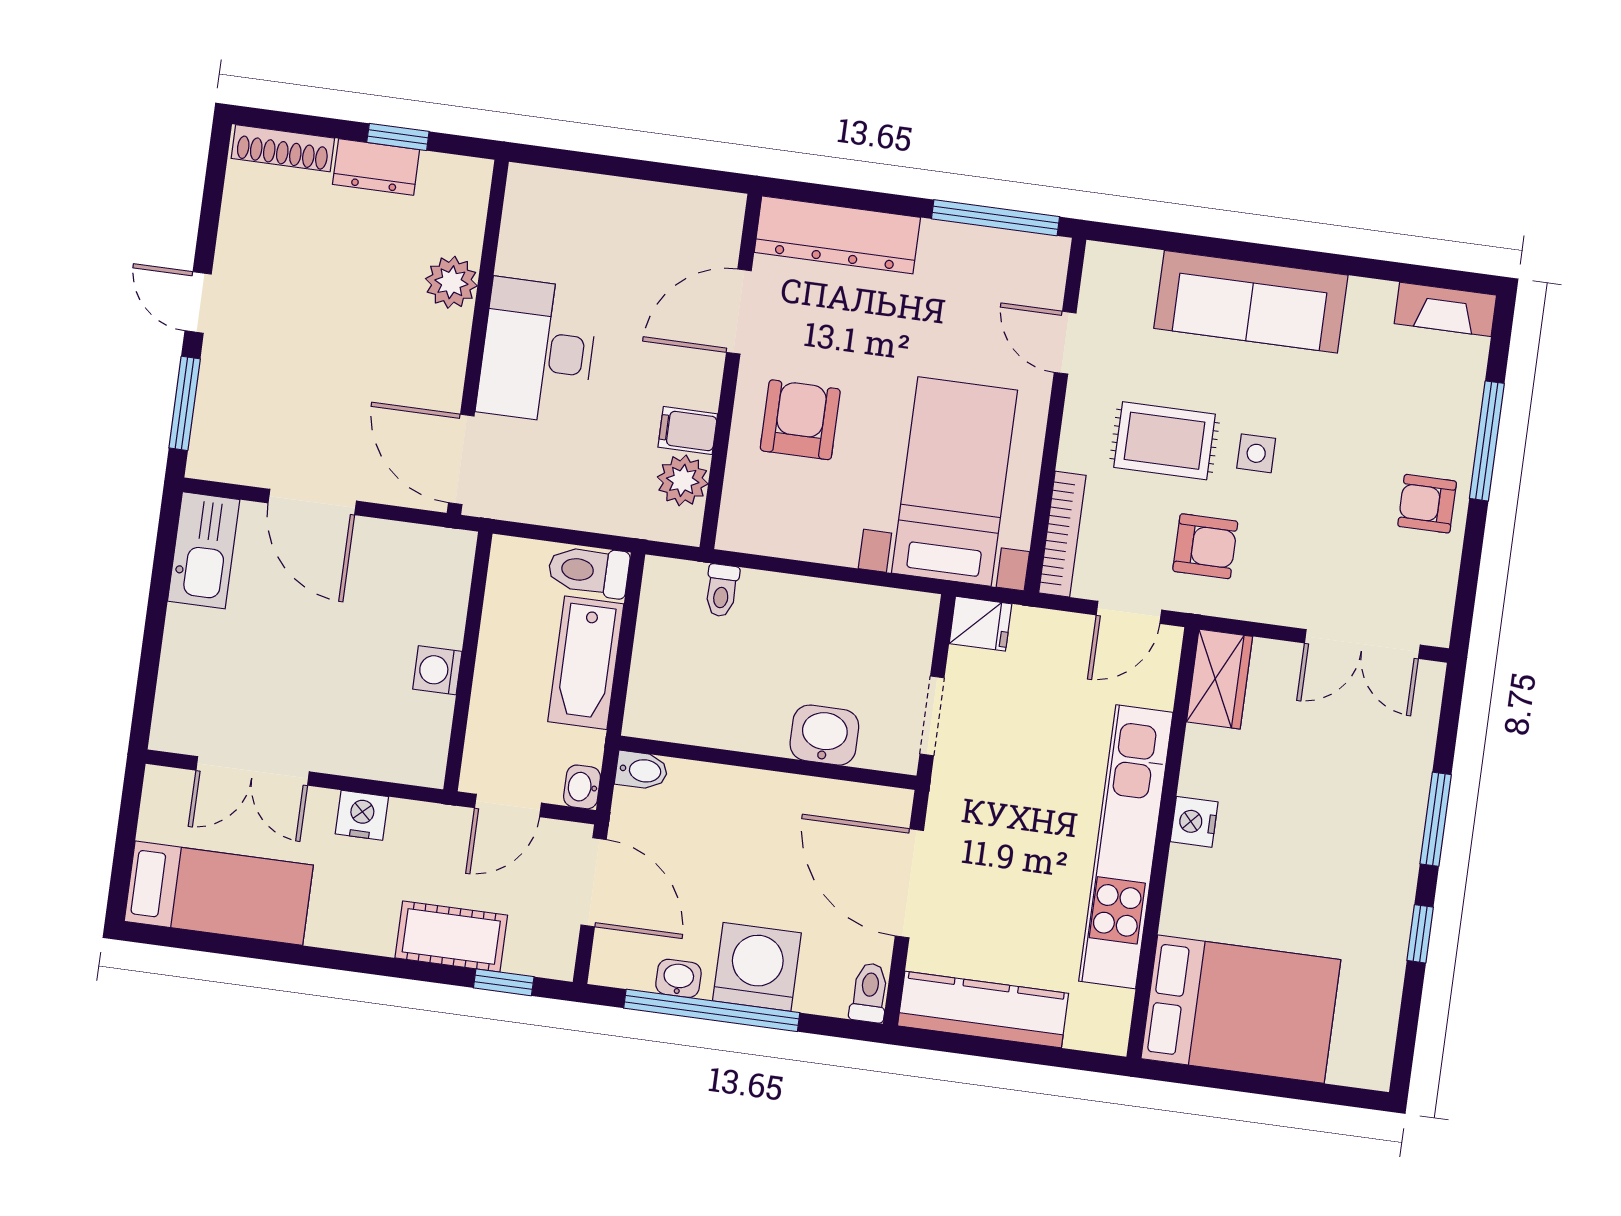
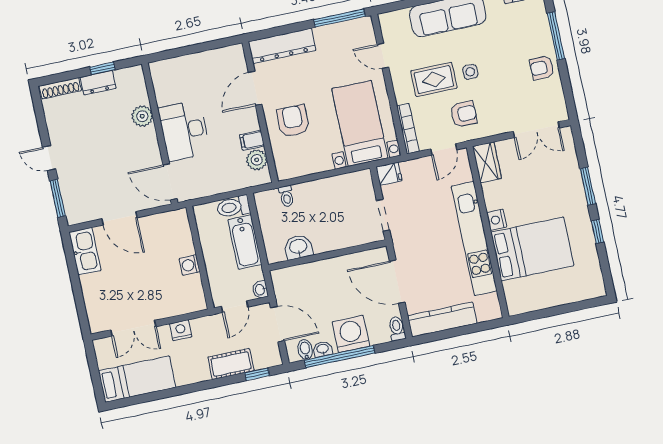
washbasin: (824, 735) -> (298, 247), moved
bidet: (642, 770) -> (305, 350), moved, turned -90
bed: (1241, 1009) -> (532, 249), moved

